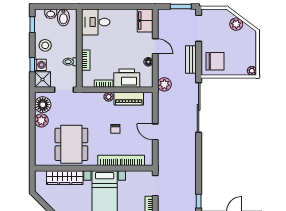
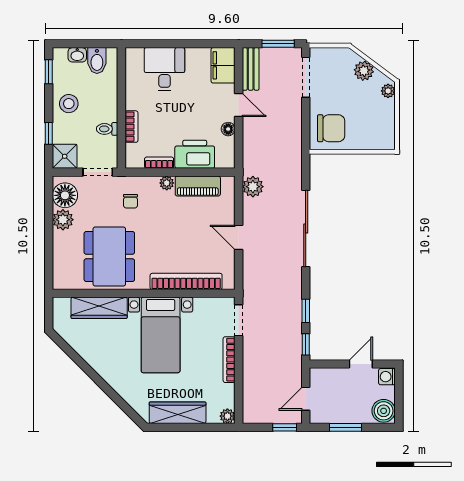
desk: (96, 22) -> (165, 69), moved, turned 90
bench: (191, 59) -> (251, 69), moved
washing machine: (40, 65) -> (61, 134), removed
plant: (252, 71) -> (388, 91), moved
plant: (164, 84) -> (253, 187), moved
sliding door: (199, 107) -> (306, 229), moved
chair: (115, 129) -> (131, 201), moved
window: (199, 179) -> (306, 311), added

